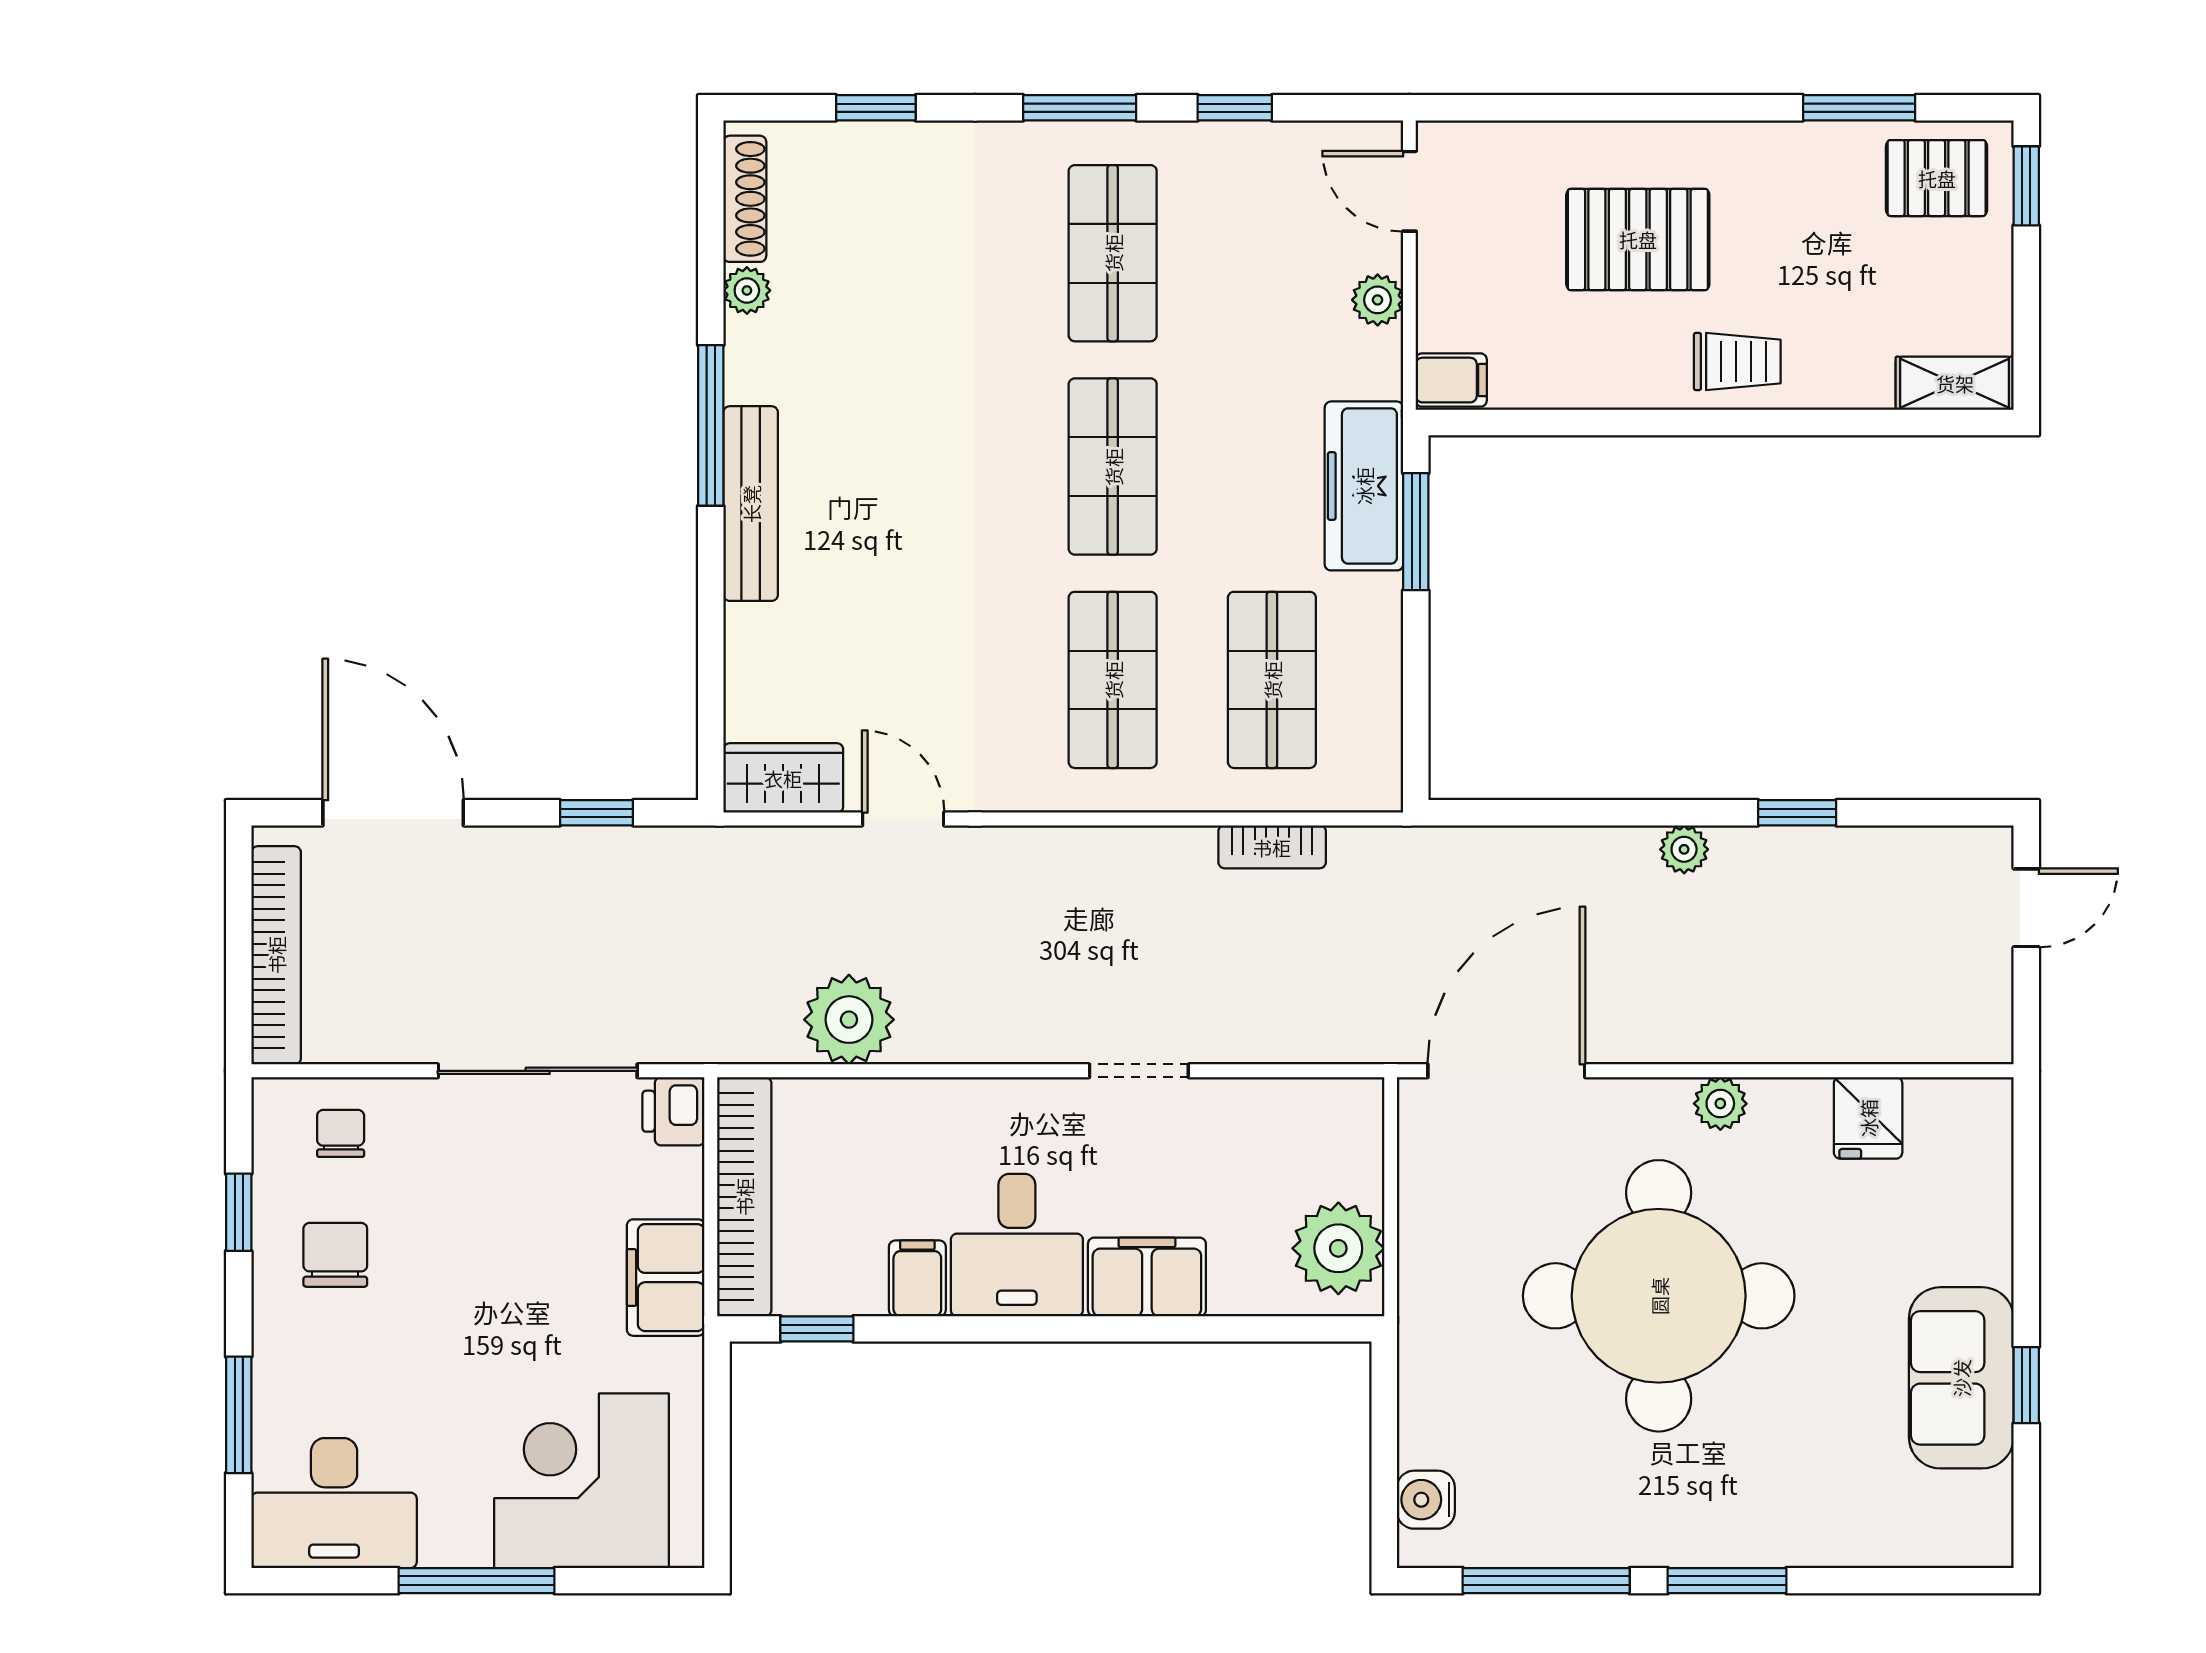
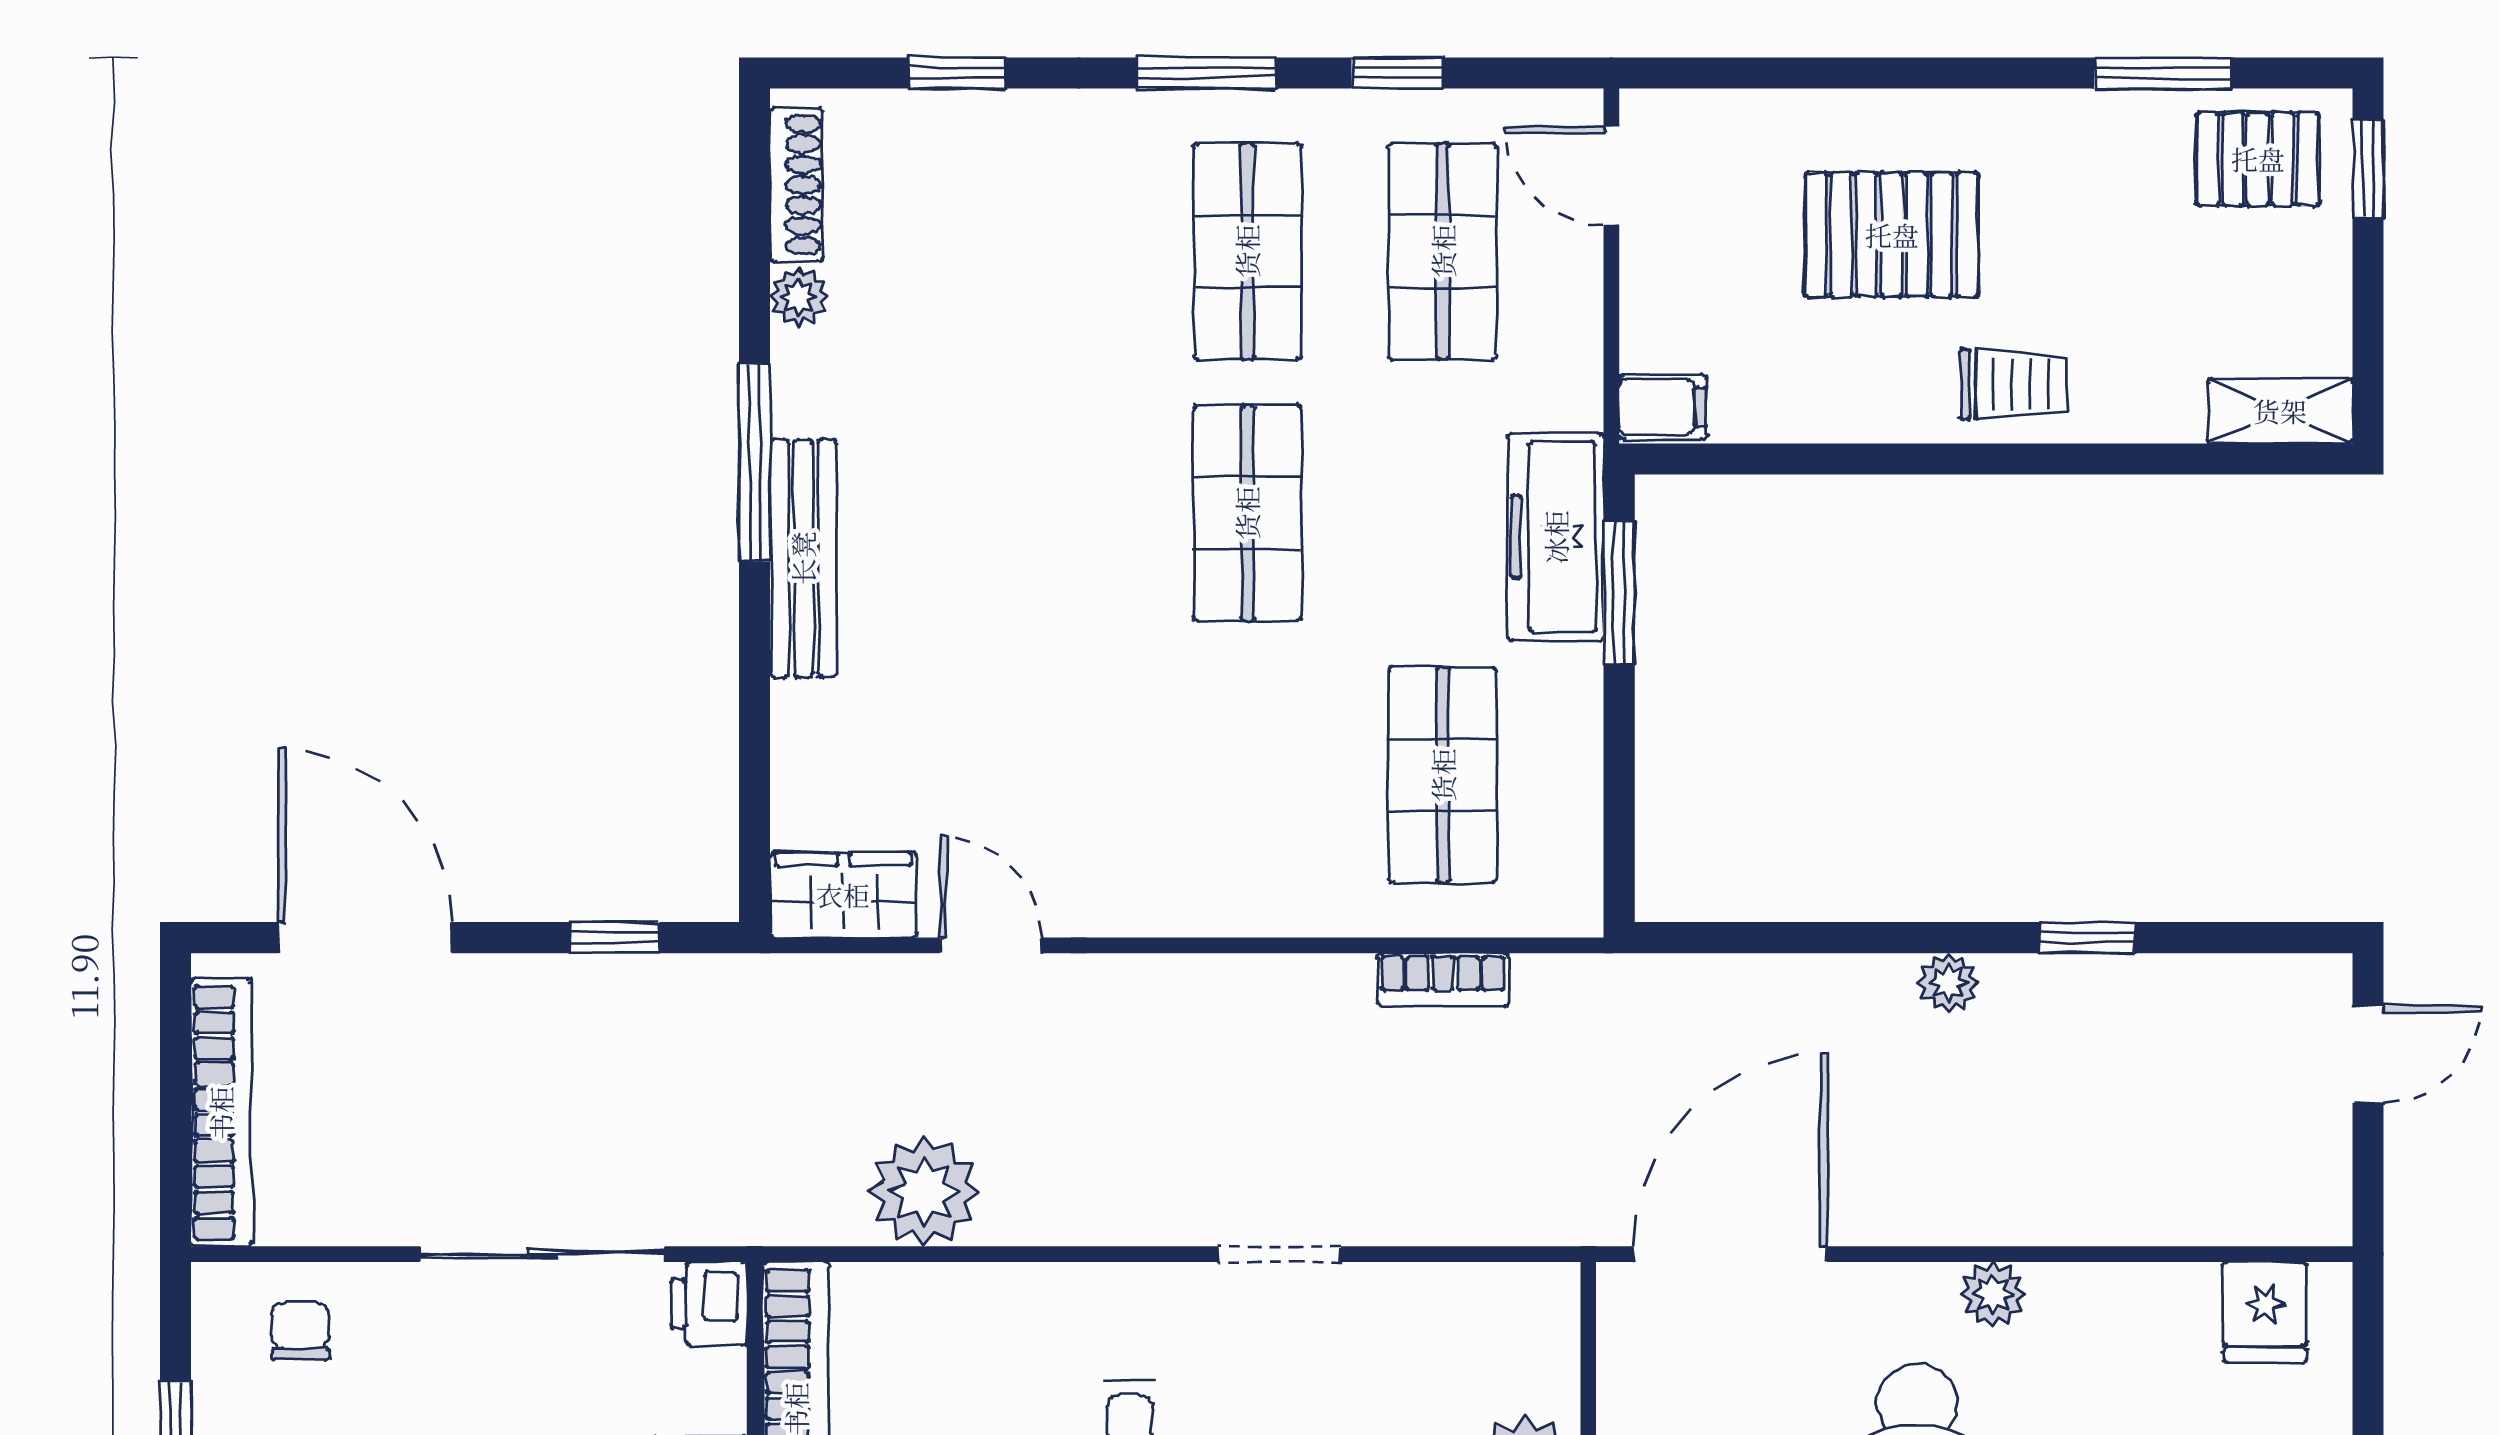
plant: (1378, 300) -> (1572, 309), removed
shop shelf: (1113, 680) -> (1443, 251), moved
fridge: (1868, 1118) -> (2265, 1312), moved

